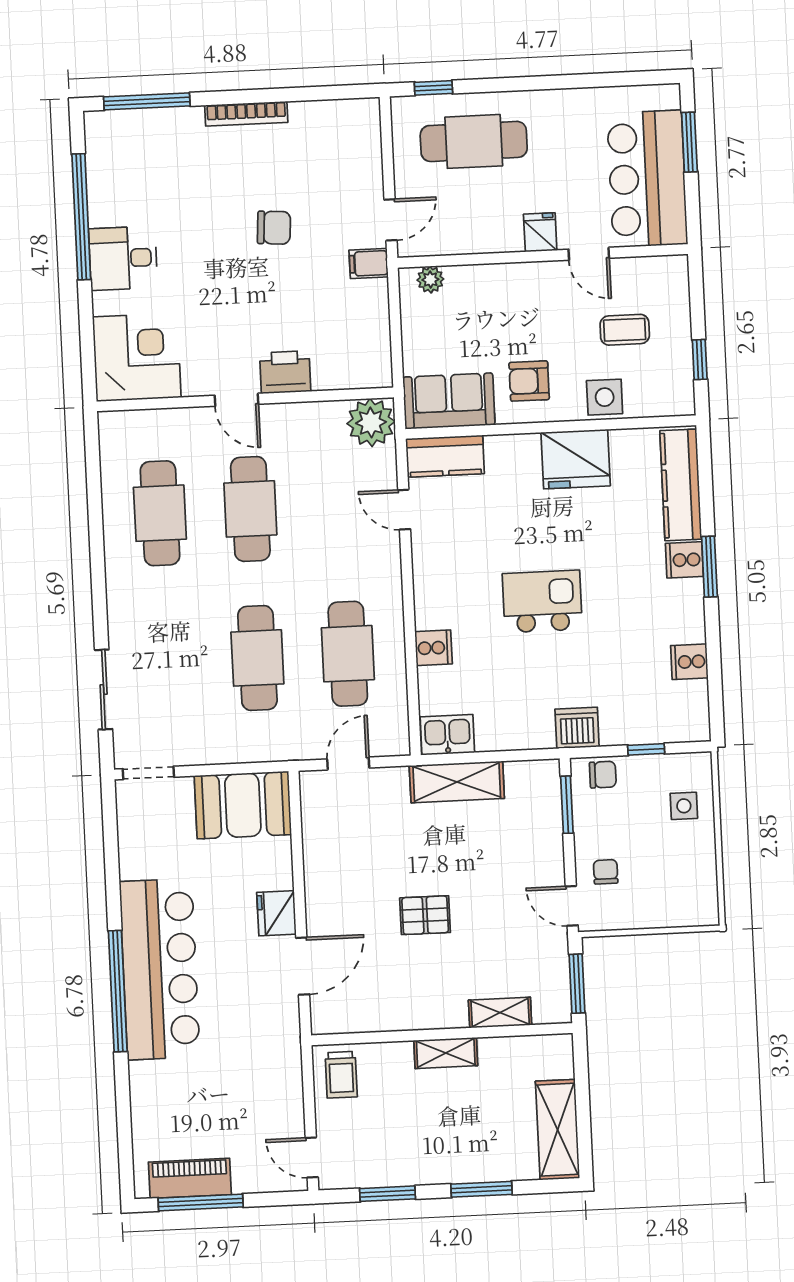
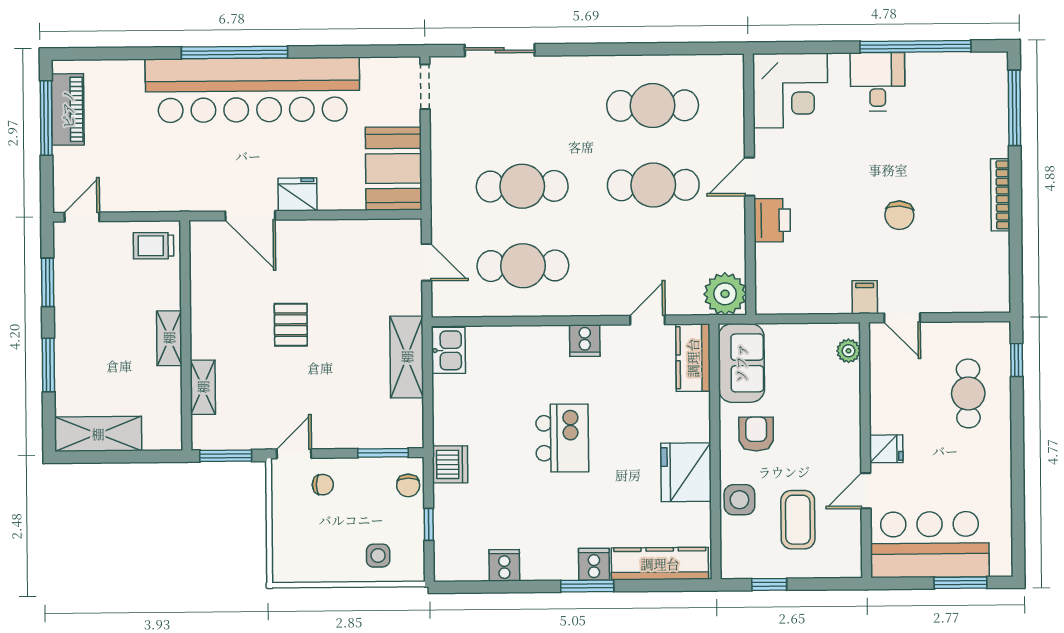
cafe table: (474, 141) -> (968, 393), width x0.73, depth x0.74
coffee table: (625, 330) -> (798, 520), width x1.36, depth x1.30
cooker: (434, 648) -> (585, 341), moved
bar counter: (160, 969) -> (252, 90), width x1.36

